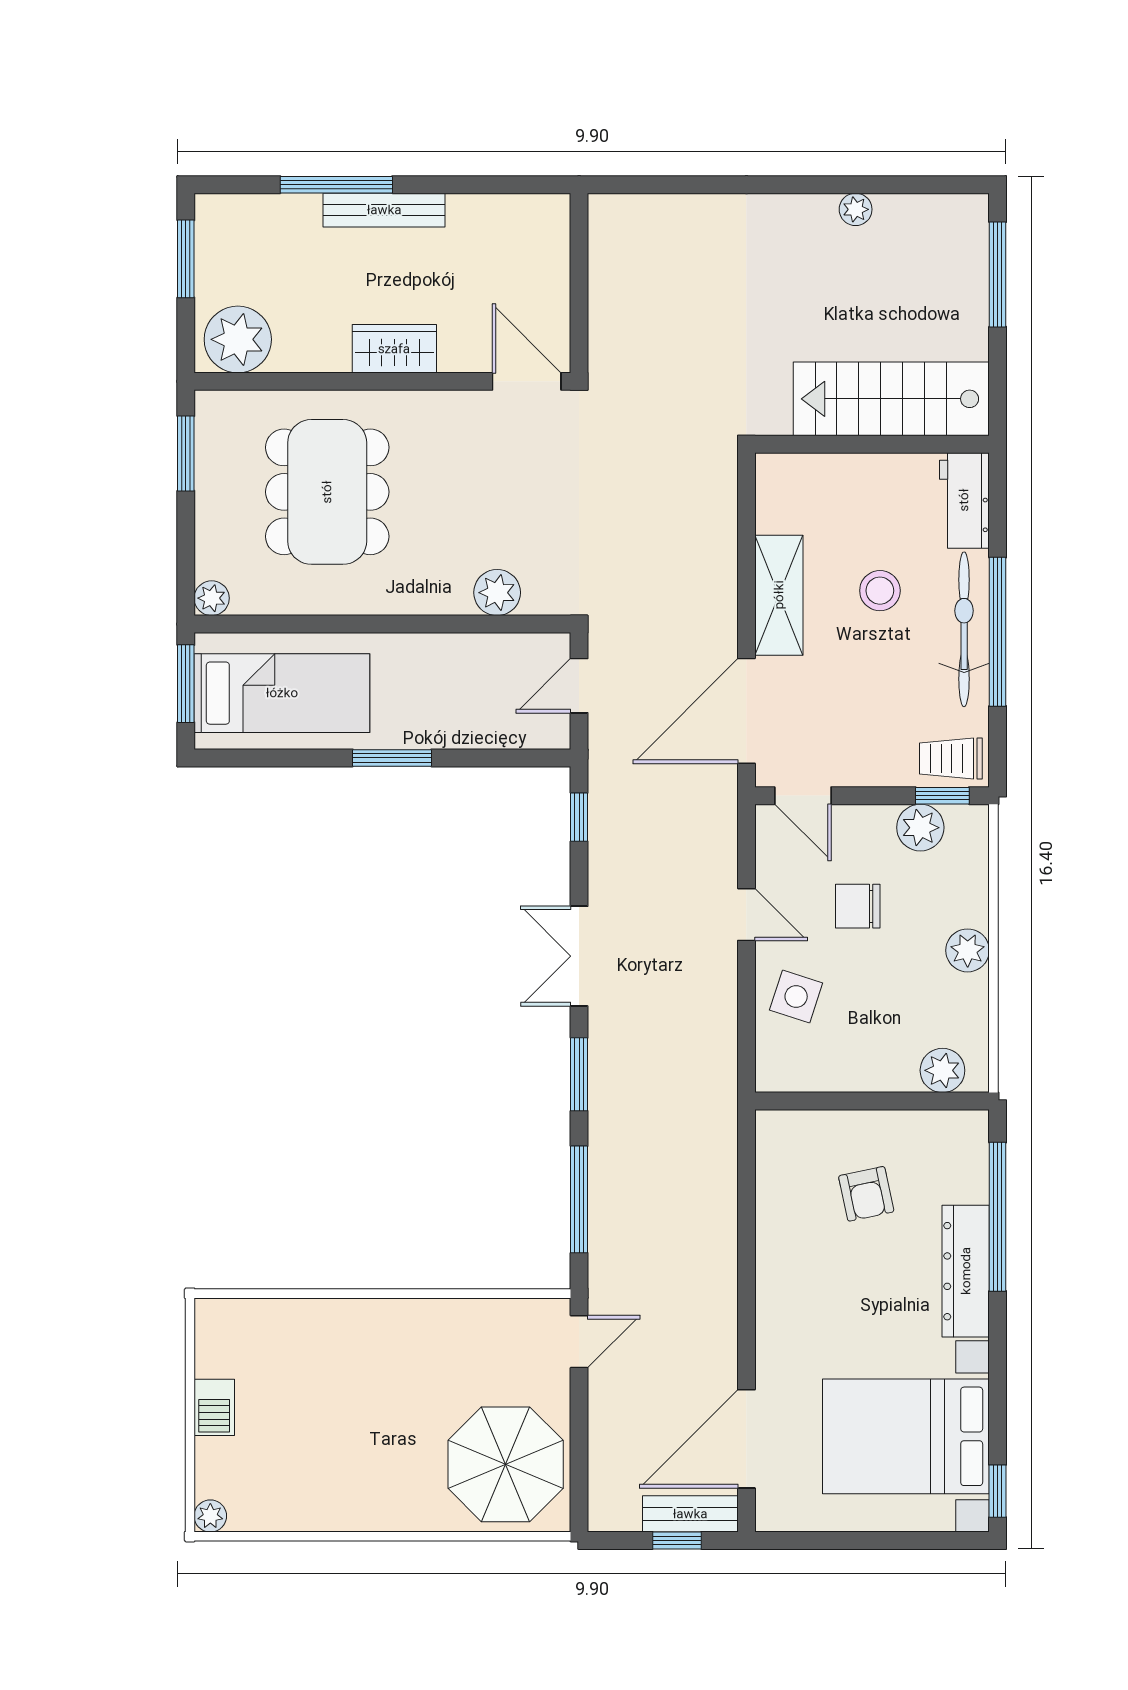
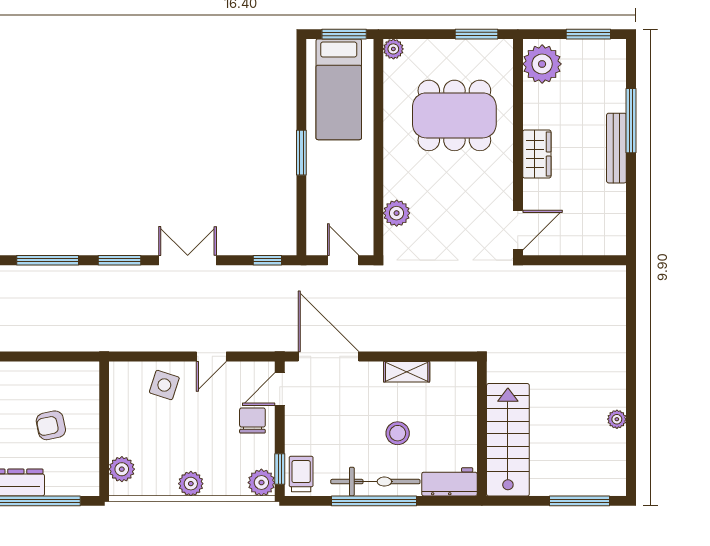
shelving: (779, 595) -> (407, 372), width x0.67, depth x0.75
plant: (920, 828) -> (261, 483), moved
chair: (858, 906) -> (252, 421), moved

